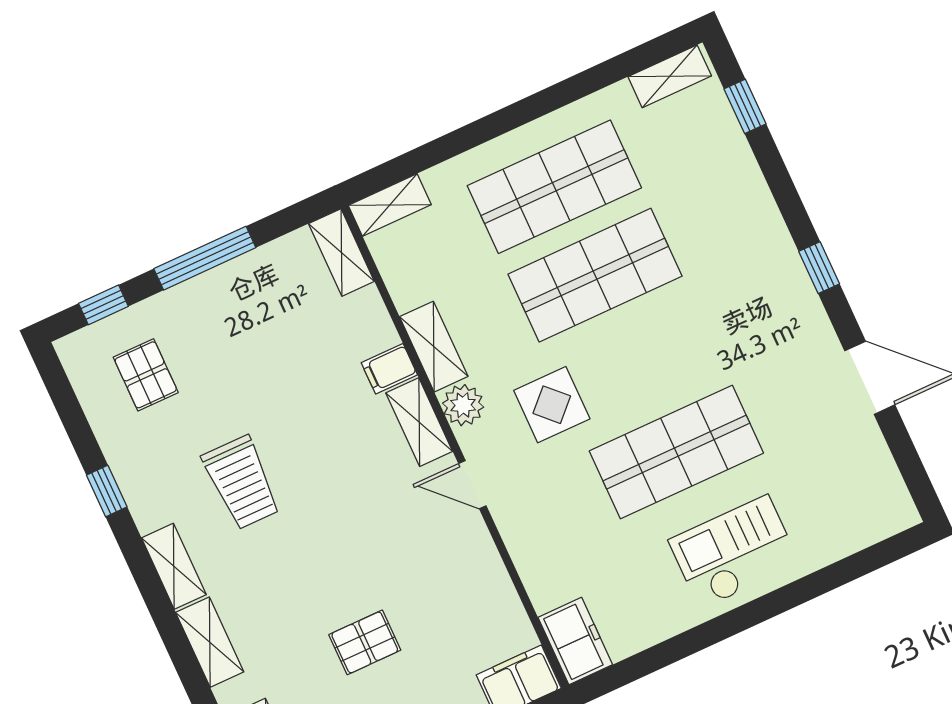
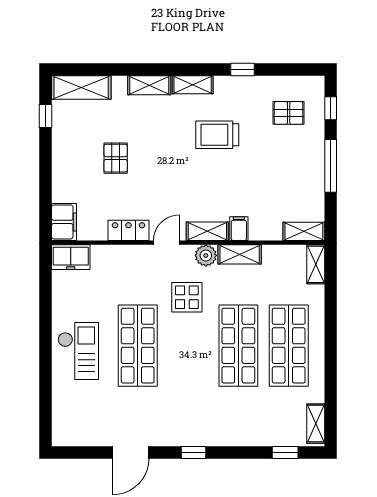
locker: (481, 561) -> (129, 230), added

